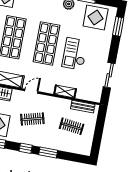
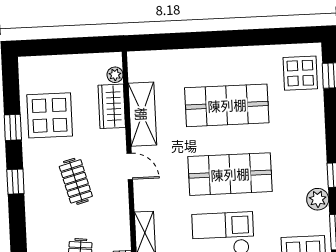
window: (48, 152) -> (18, 228), removed

